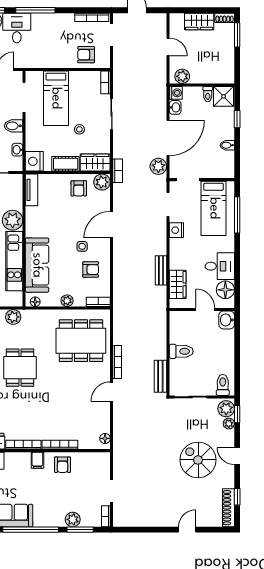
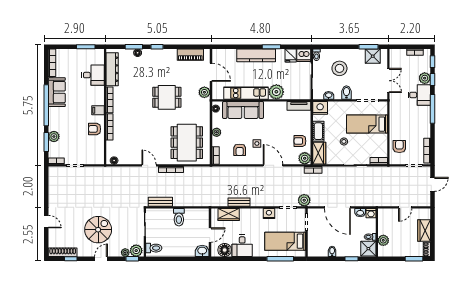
plant: (182, 76) -> (383, 240), moved
plant: (158, 166) -> (304, 200), moved

